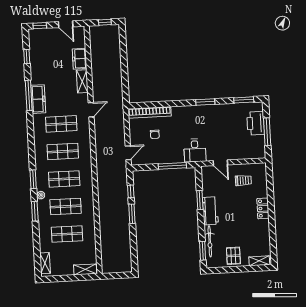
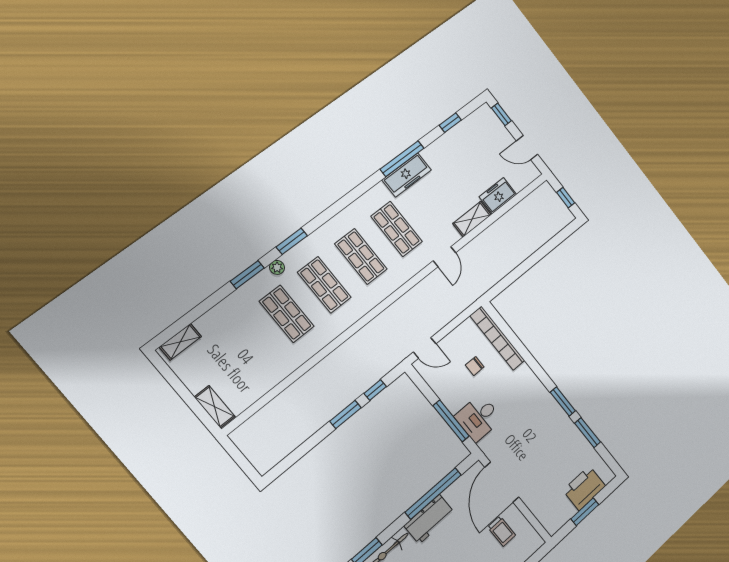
door: (66, 24) -> (527, 148), hinge flipped
window: (244, 100) -> (588, 433), moved
door: (91, 110) -> (444, 257), hinge flipped
window: (267, 132) -> (585, 512), width x0.69
desk: (195, 150) -> (478, 418), moved
door: (220, 163) -> (502, 482), width x1.87
window: (200, 200) -> (433, 493), width x2.11
shop shelf: (67, 234) -> (248, 344), removed

